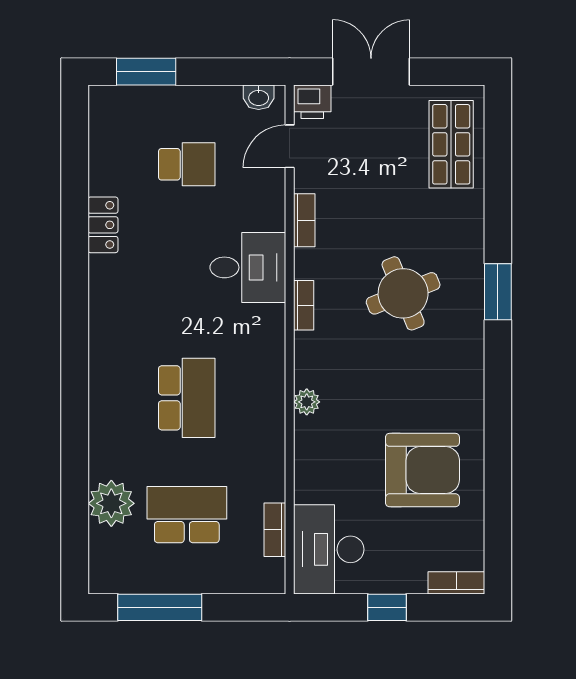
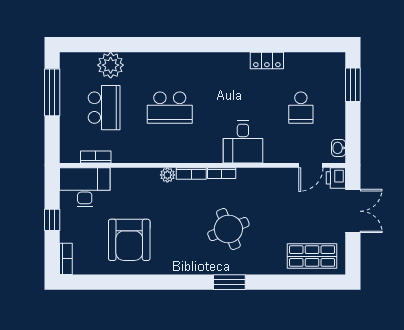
door: (290, 146) -> (311, 165), swing flipped
bookcase: (304, 220) -> (191, 174), moved

